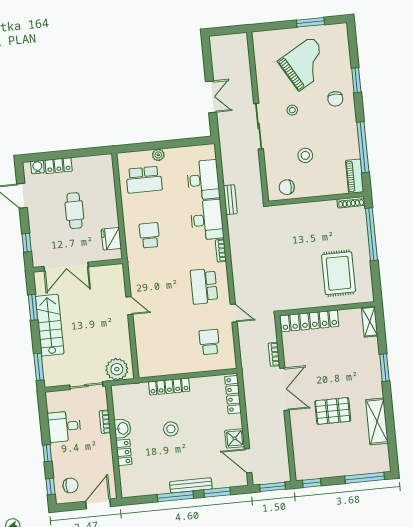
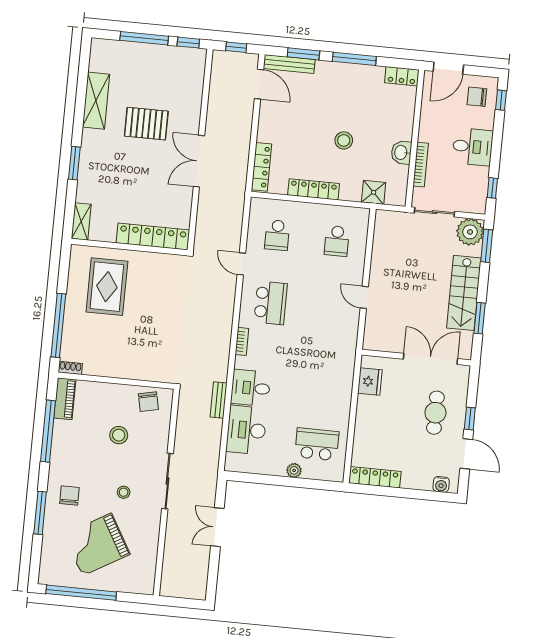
window: (310, 22) -> (81, 593), width x2.11
window: (356, 80) -> (40, 513), width x1.44
locker: (59, 166) -> (375, 477), moved, width x1.53
chair: (287, 187) -> (148, 402), turned 78
shoe rack: (351, 202) -> (70, 368), width x0.70
cafe table: (74, 211) -> (435, 413), moved
desk: (207, 220) -> (251, 388), width x0.73
school desk: (149, 235) -> (337, 241), moved
window: (27, 243) -> (470, 419), moved
bookcase: (274, 354) -> (203, 205), removed
plant: (117, 369) -> (470, 232), moved
locker: (169, 387) -> (314, 189), moved
bookcase: (105, 422) -> (421, 165), width x1.56
desk: (64, 426) -> (473, 147), moved
shower: (235, 438) -> (374, 192), moved
locker: (124, 452) -> (402, 76), moved, turned -90
window: (47, 453) -> (492, 188), moved
window: (365, 478) -> (144, 38), moved
bench: (191, 485) -> (289, 64), moved
window: (272, 487) -> (236, 47), width x0.67

